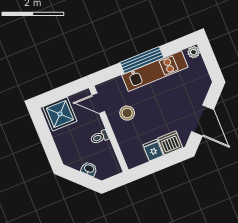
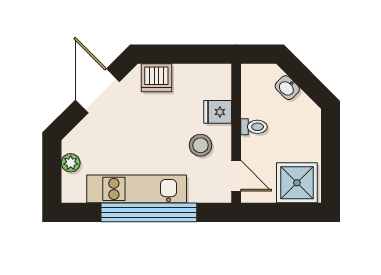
plant: (194, 52) -> (71, 163), moved
window: (142, 60) -> (149, 212), width x1.46
fridge: (153, 150) -> (218, 112), moved, turned 90

